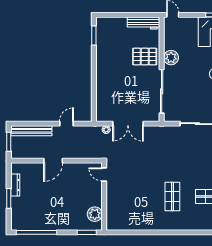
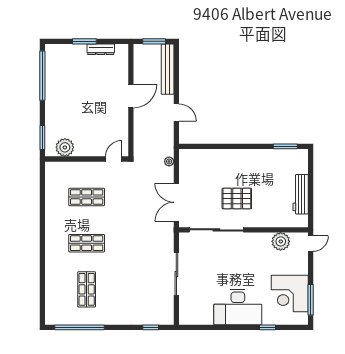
workbench: (144, 23) -> (301, 194), moved
pallet: (145, 57) -> (237, 199), moved, turned 90
plant: (171, 58) -> (281, 241), moved
double door: (128, 124) -> (176, 202), moved
door: (53, 161) -> (131, 96), swing flipped
shop shelf: (135, 197) -> (87, 197), added

